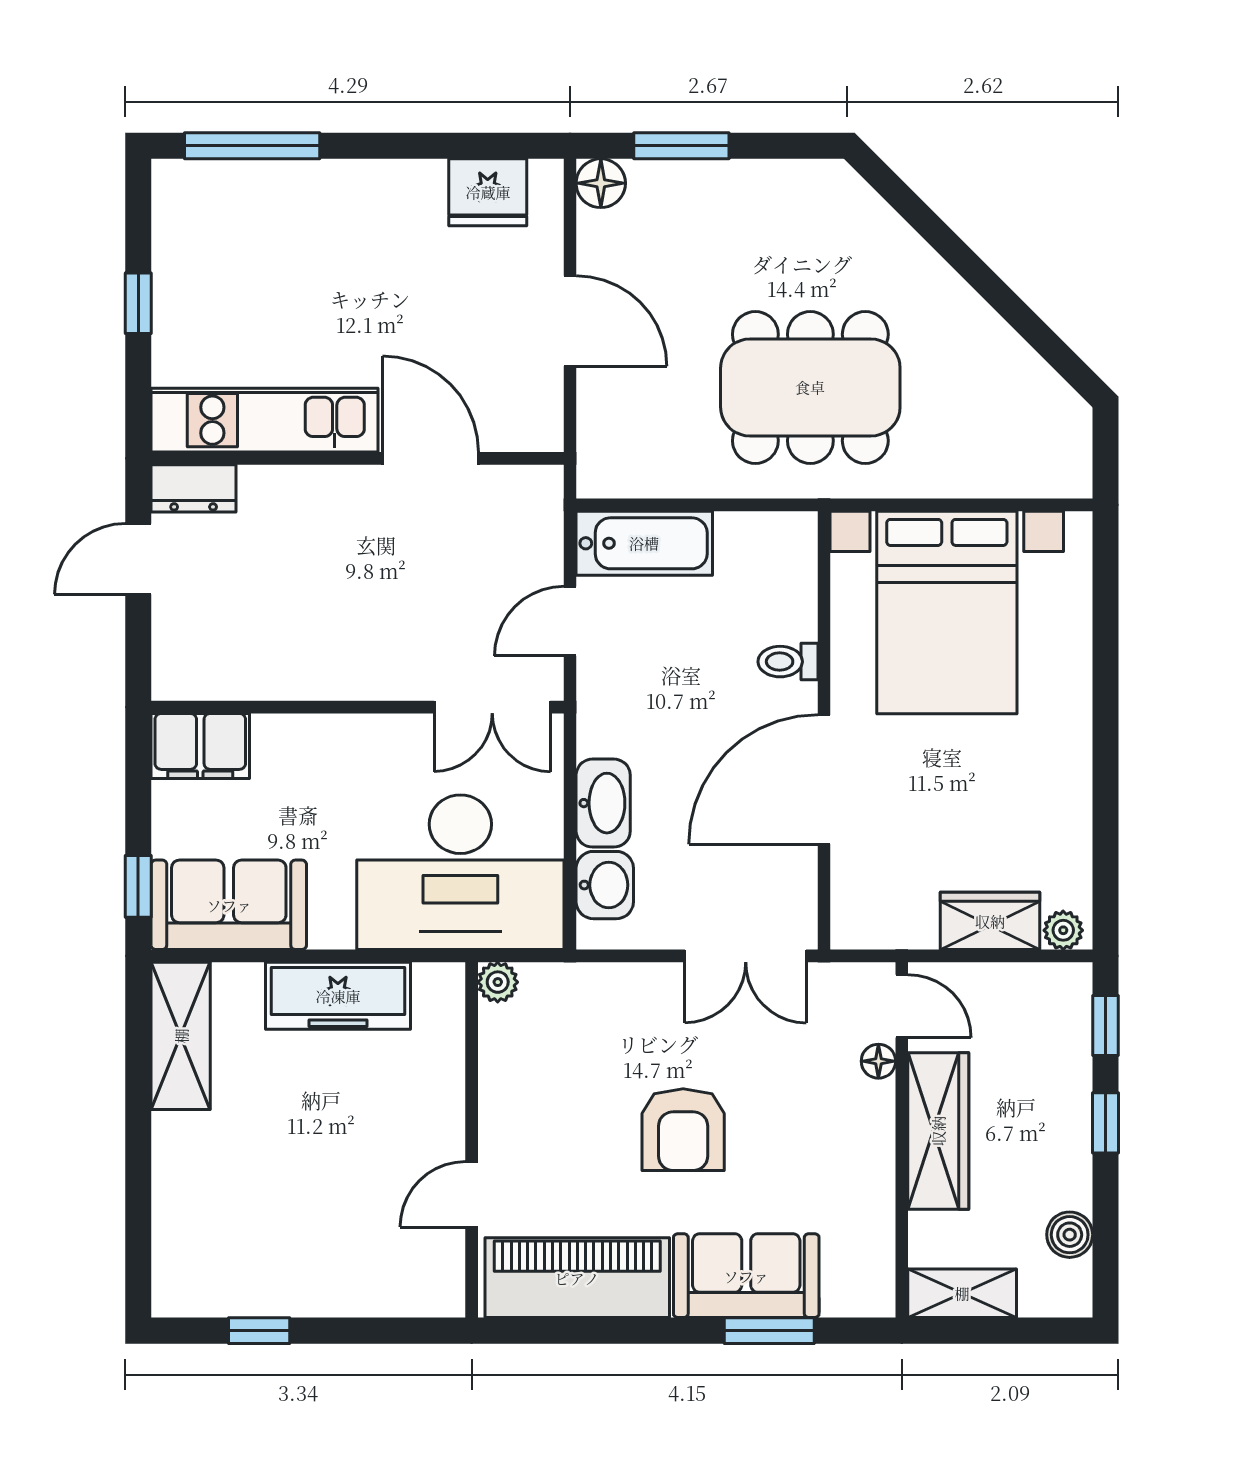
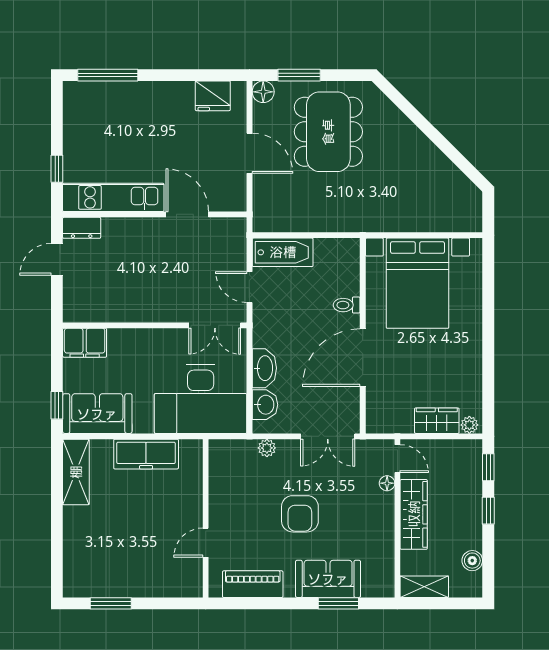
window: (138, 303) -> (57, 169), moved
dining table: (810, 387) -> (328, 132), moved, turned 90
door: (570, 621) -> (249, 287), hinge flipped
plant: (498, 982) -> (267, 448), moved
piano: (577, 1278) -> (253, 584), width x0.73, depth x0.75
window: (259, 1331) -> (111, 603), width x1.50

